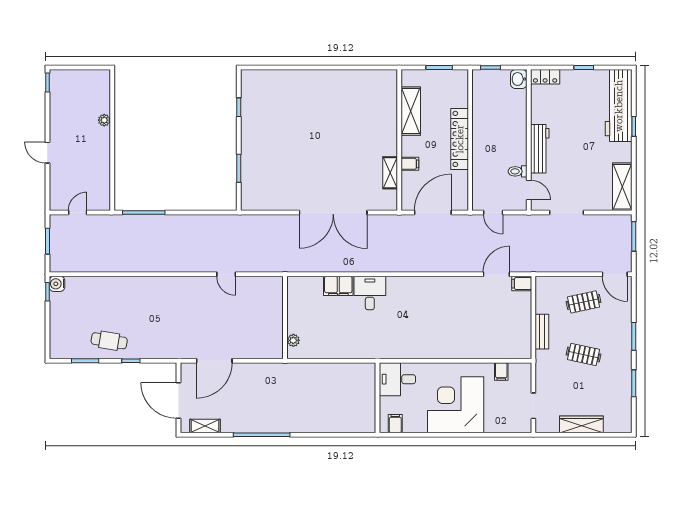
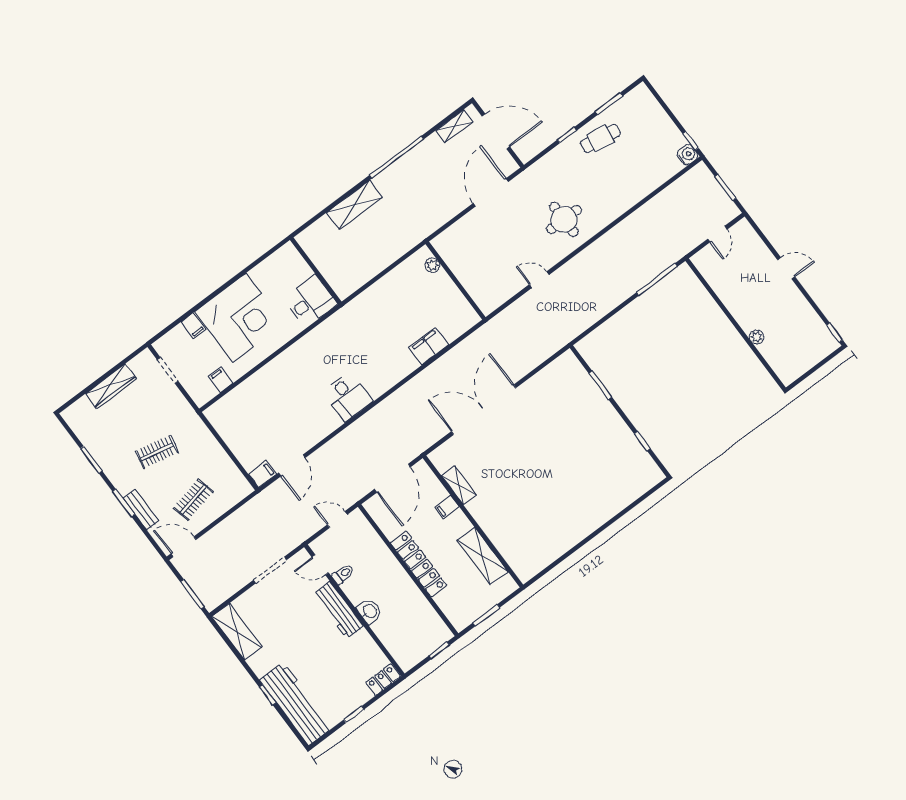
washbasin: (519, 79) -> (370, 611), moved
desk: (370, 293) -> (348, 397), moved
round table: (177, 303) -> (564, 219), added
bench: (542, 332) -> (141, 510), moved
shelving: (316, 423) -> (354, 205), added
filing cabinet: (395, 424) -> (193, 326), moved

